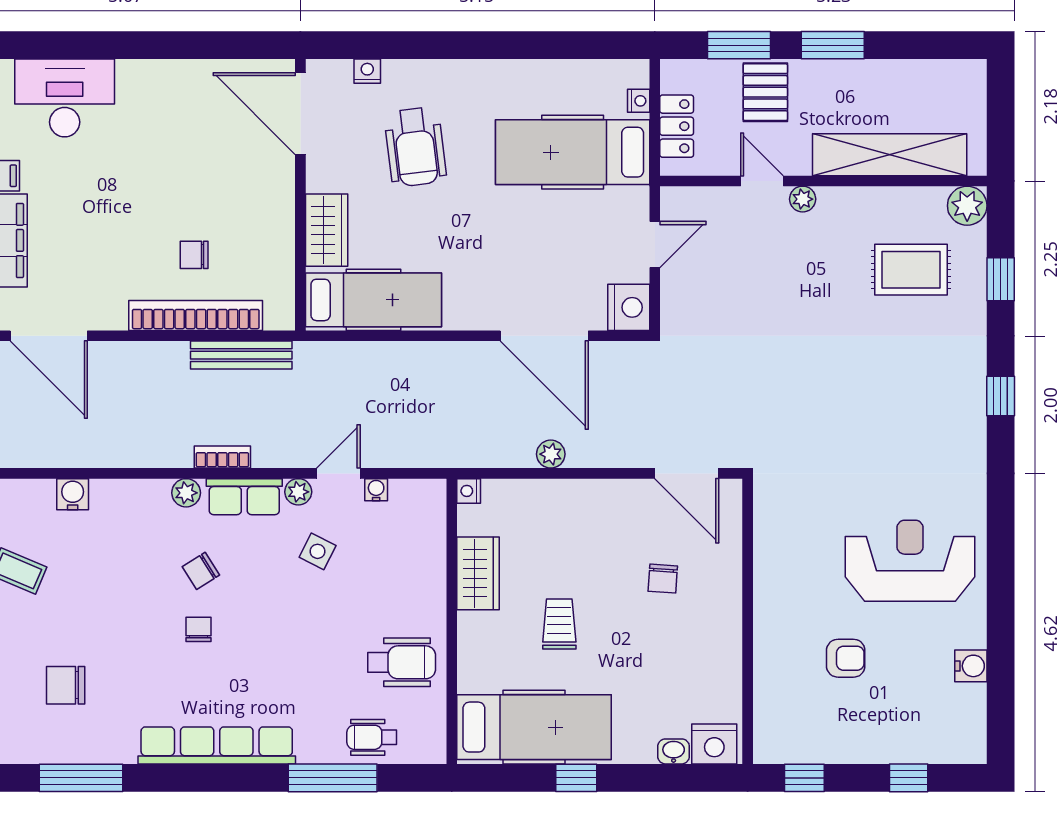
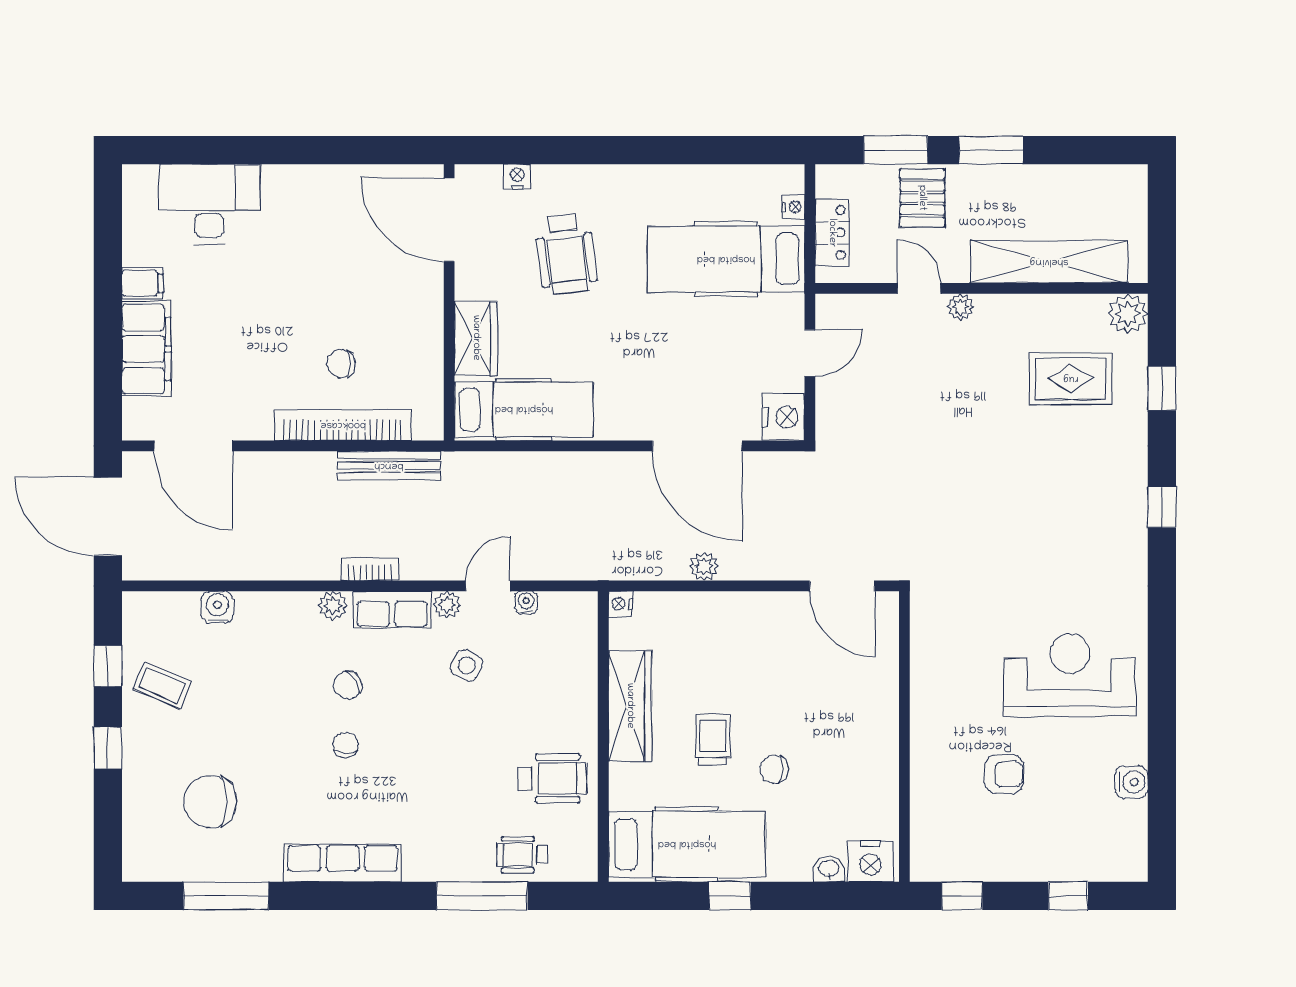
wardrobe: (478, 573) -> (630, 706), width x1.50
chair: (663, 579) -> (774, 769), moved, turned 86
chair: (66, 685) -> (210, 802), width x1.37, depth x1.37
row of seats: (217, 745) -> (343, 863), width x0.73

